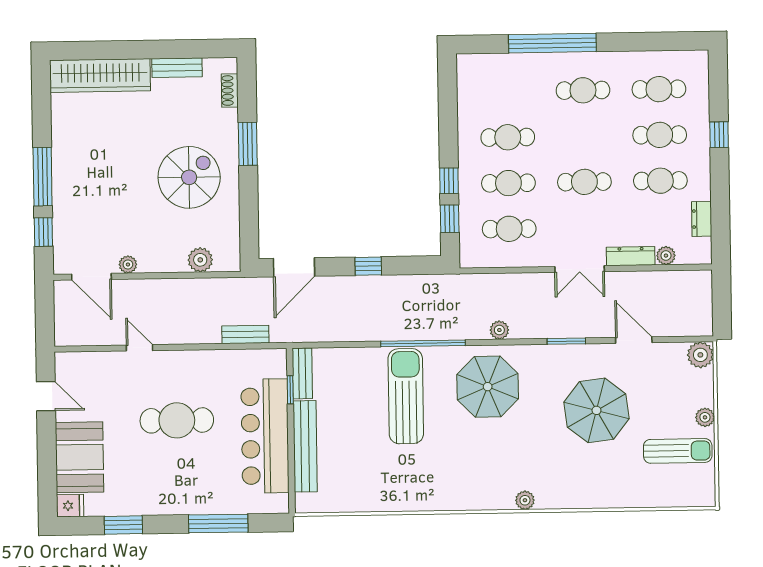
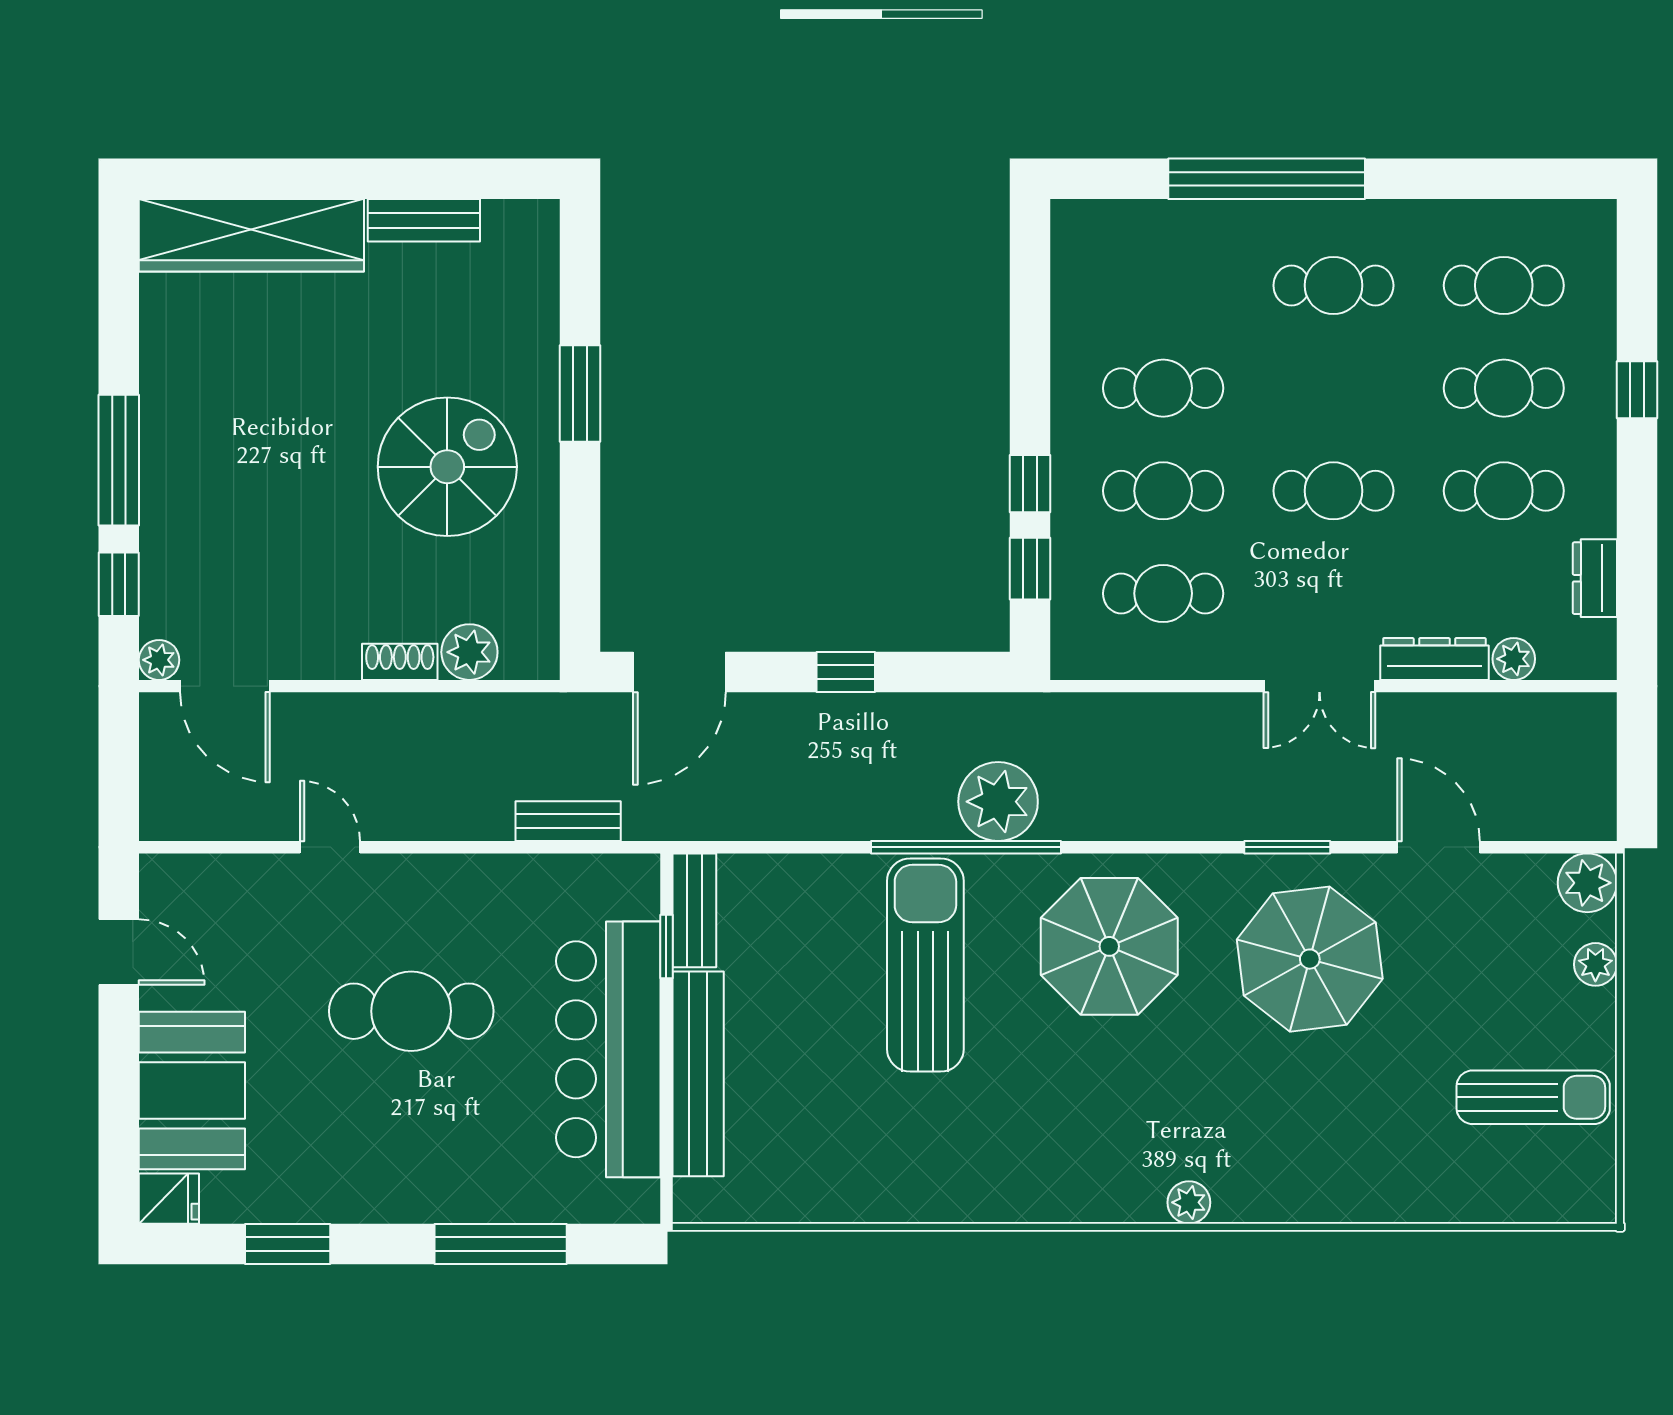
shoe rack: (230, 91) -> (400, 662), moved, turned 90
plant: (128, 264) -> (159, 660), moved
plant: (499, 330) -> (998, 802), moved, width x1.87, depth x1.87
parasol: (596, 410) -> (1310, 959), moved
plant: (705, 417) -> (1595, 964), moved

